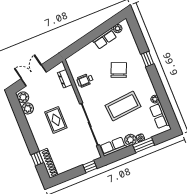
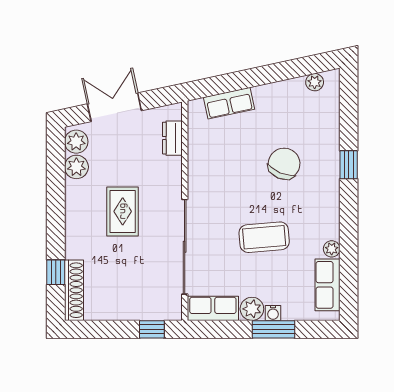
row of seats: (105, 39) -> (229, 103), moved
wheelchair: (85, 80) -> (210, 157), removed
coffee table: (123, 106) -> (264, 237), width x0.73, depth x0.76

